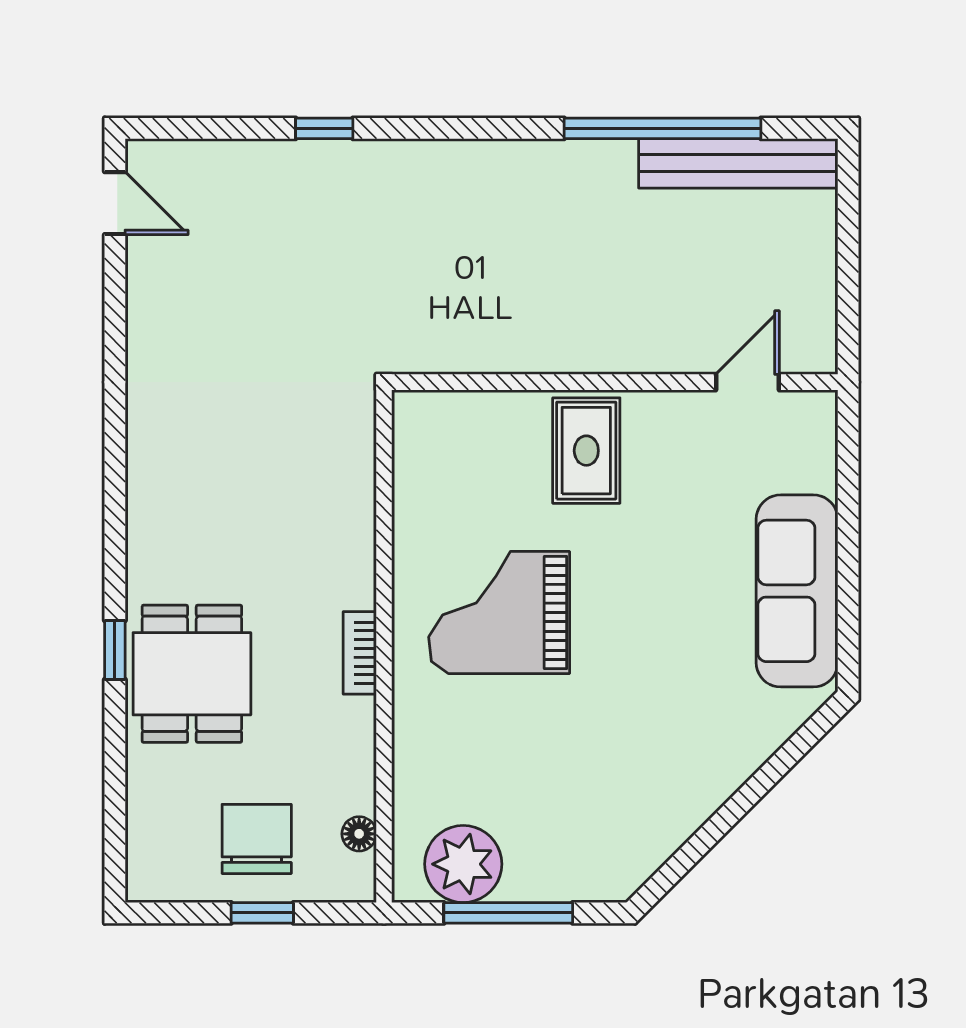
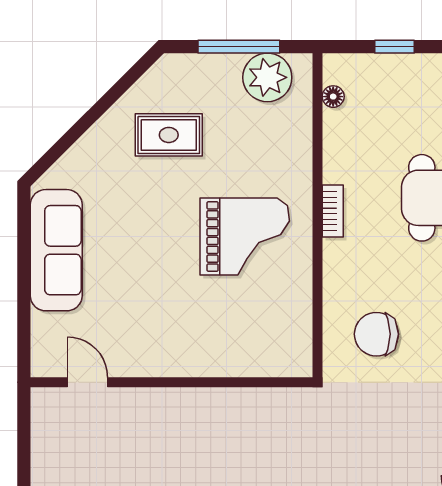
door: (747, 382) -> (88, 382), swing flipped
rug: (586, 451) -> (169, 135), moved, turned 90
chair: (257, 839) -> (376, 334), moved, turned 90

